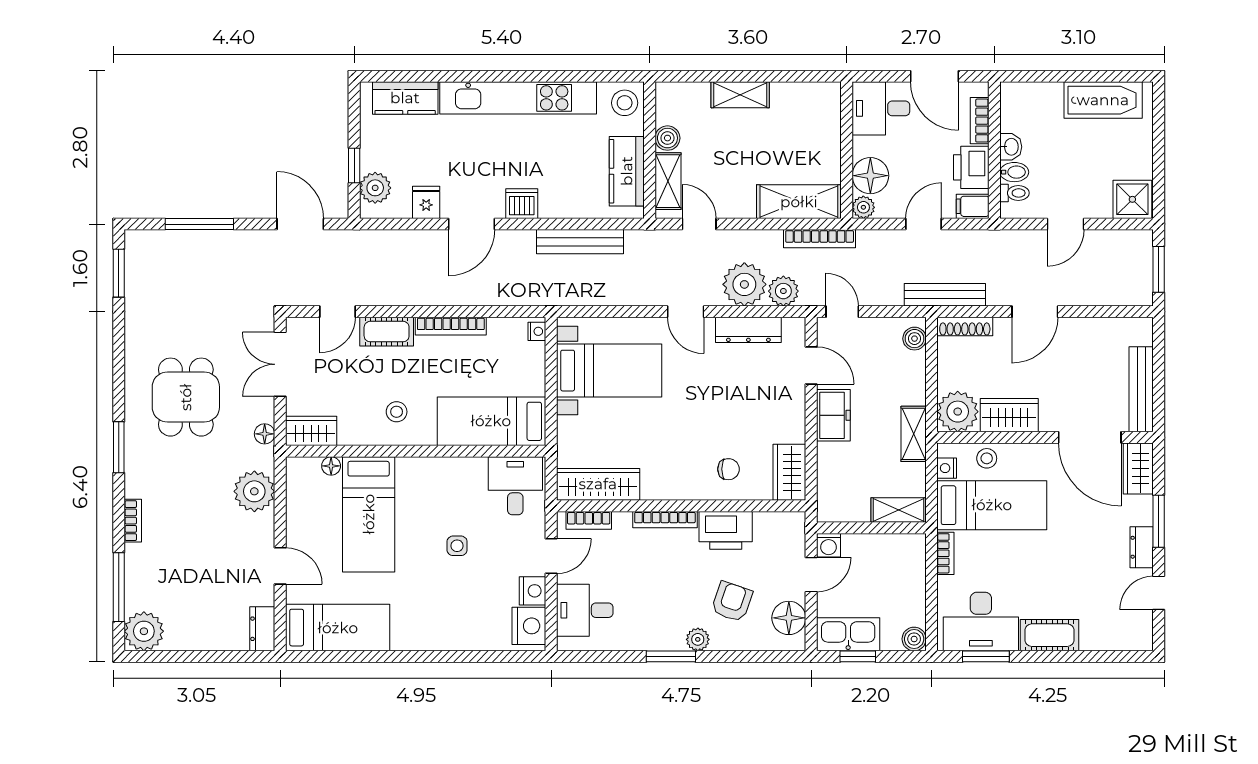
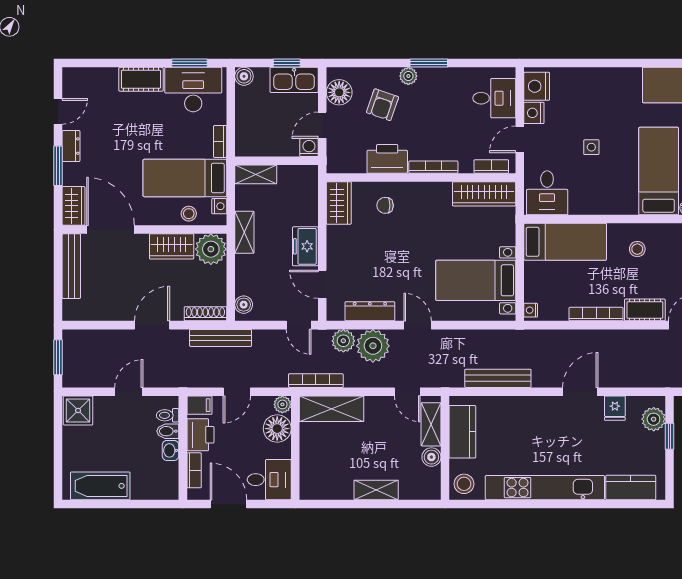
dishwasher: (522, 204) -> (542, 407), removed

